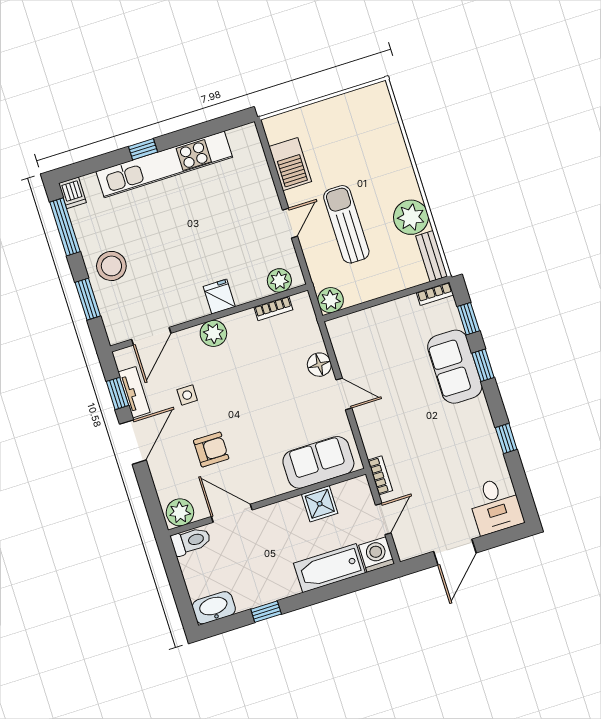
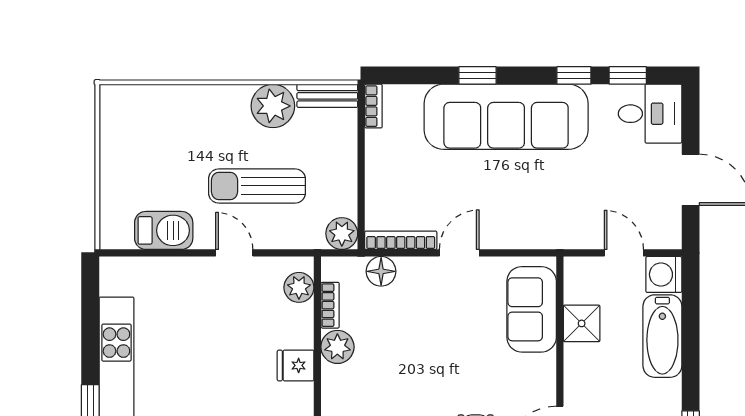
window: (468, 319) -> (628, 75), moved
plant: (213, 333) -> (337, 347), moved
floor lamp: (319, 365) -> (381, 271), moved
sofa: (455, 367) -> (506, 117), width x1.85, depth x1.27
bookcase: (380, 475) -> (401, 240), moved, width x1.56

